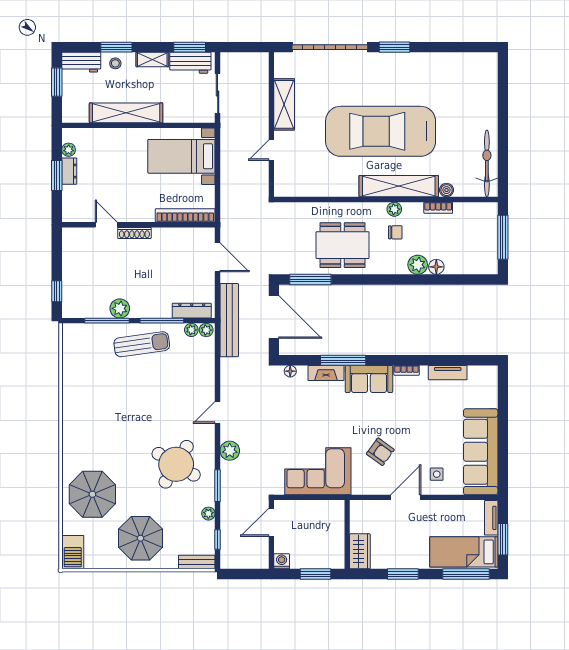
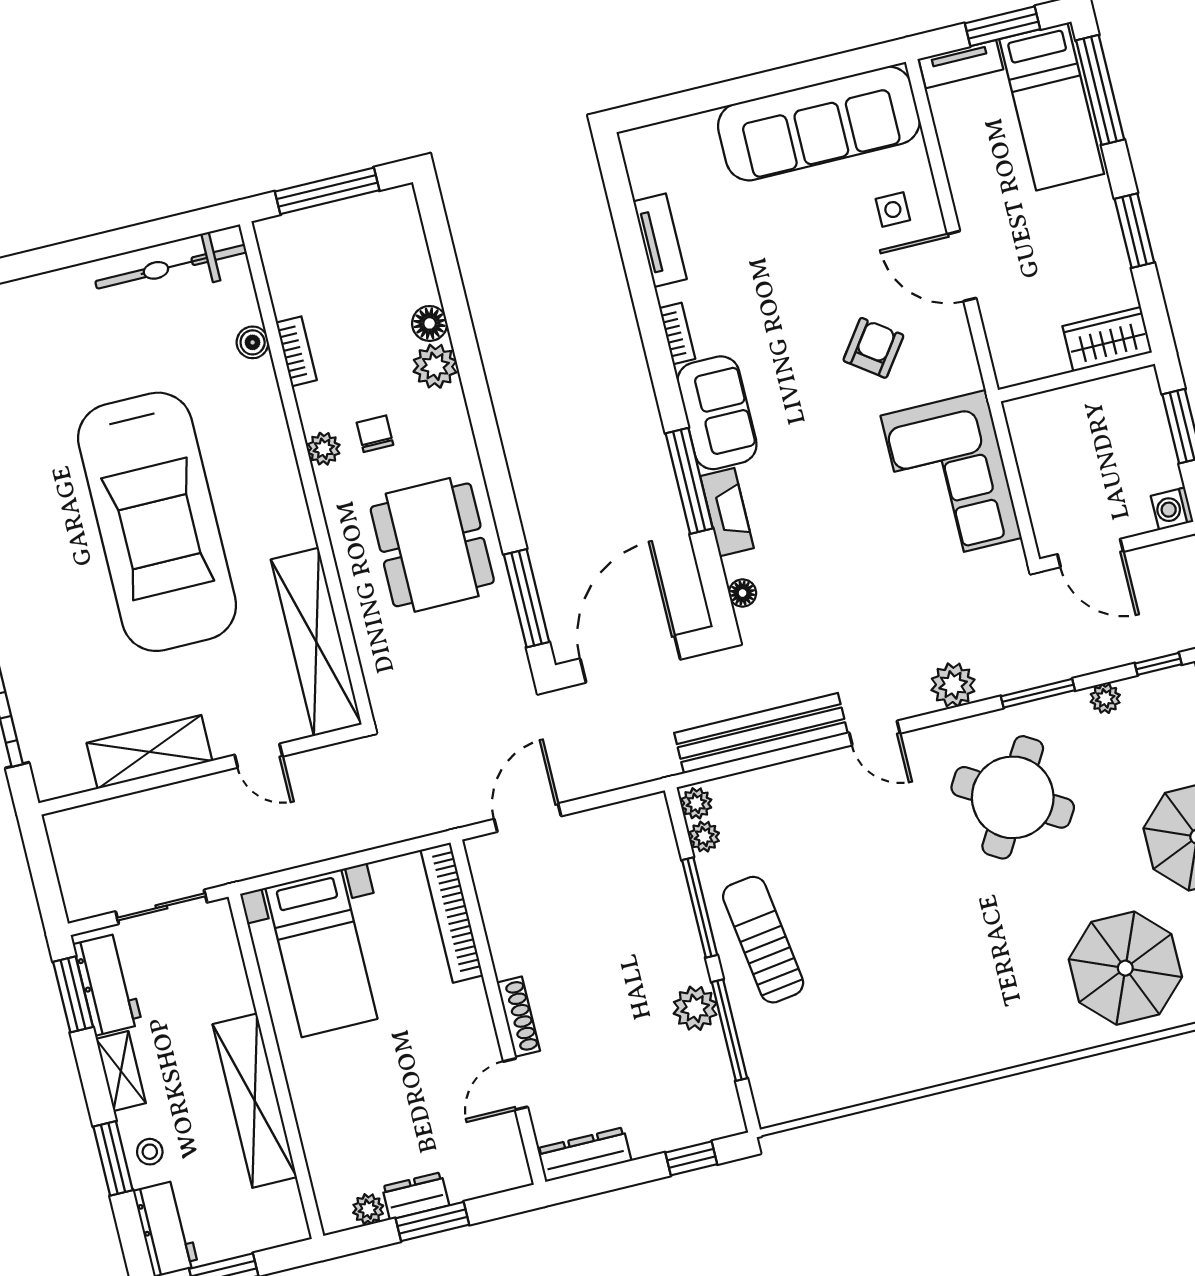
shelving: (399, 186) -> (316, 642), moved
dresser: (192, 311) -> (584, 1155), moved, turned 90
bench: (229, 320) -> (761, 733), moved

